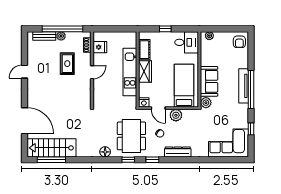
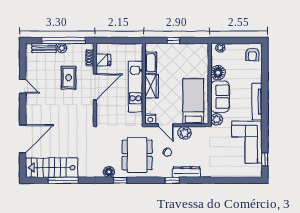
desk: (187, 42) -> (196, 55), removed
floor lamp: (207, 59) -> (218, 73), added
door: (24, 72) -> (23, 86), swing flipped
door: (92, 72) -> (95, 87), width x1.87
window: (251, 89) -> (265, 105), removed
door: (24, 121) -> (23, 139), hinge flipped
window: (251, 129) -> (265, 160), moved
corner sofa: (228, 143) -> (247, 142), moved, turned -90
window: (51, 160) -> (63, 180), moved
window: (128, 160) -> (120, 180), moved
window: (152, 160) -> (172, 180), moved

